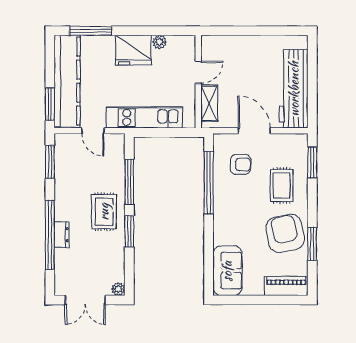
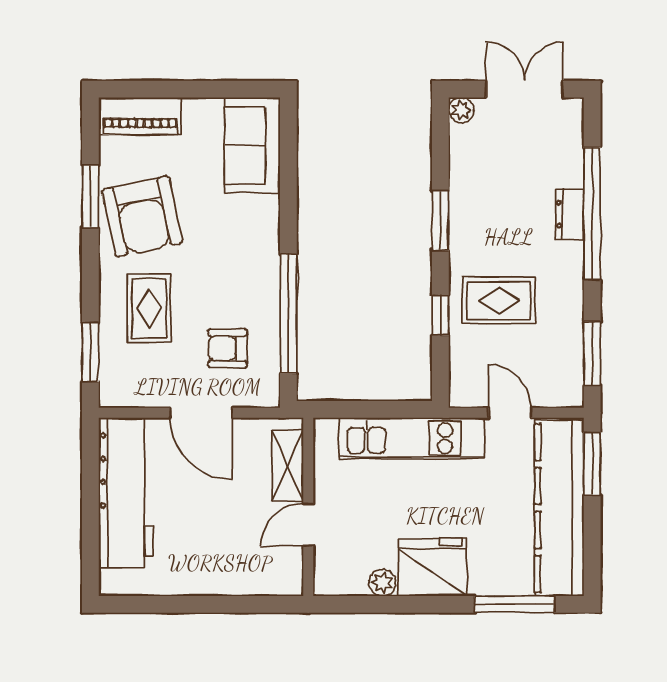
window: (129, 182) -> (440, 315), width x0.46
rug: (104, 212) -> (499, 300), moved, turned 90

